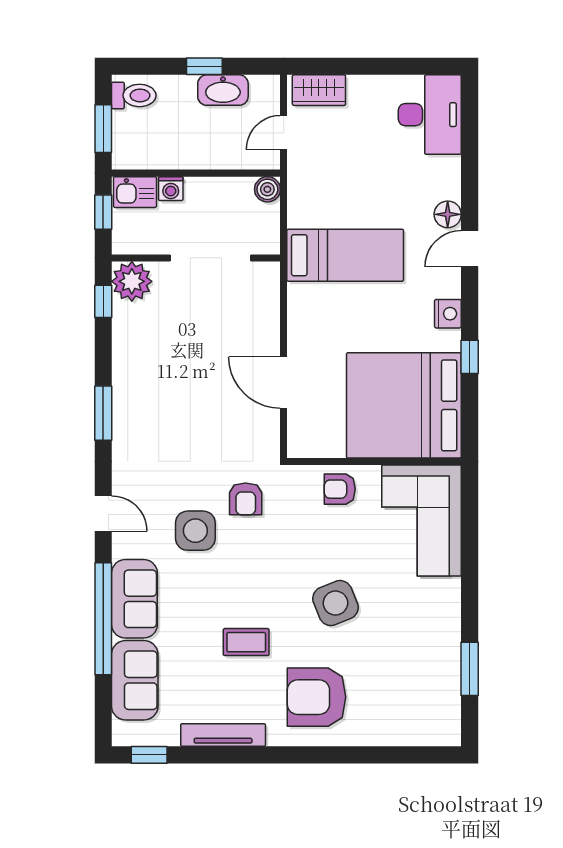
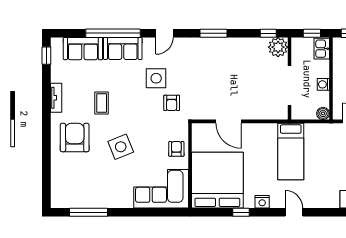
washing machine: (171, 189) -> (323, 84), moved
floor lamp: (448, 214) -> (311, 202), removed
door: (284, 383) -> (228, 121), swing flipped
armchair: (246, 499) -> (172, 103), turned -90
window: (470, 669) -> (88, 212), width x1.44
tv unit: (223, 735) -> (56, 98), width x0.71

